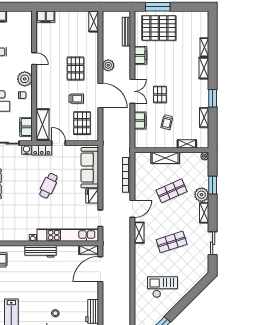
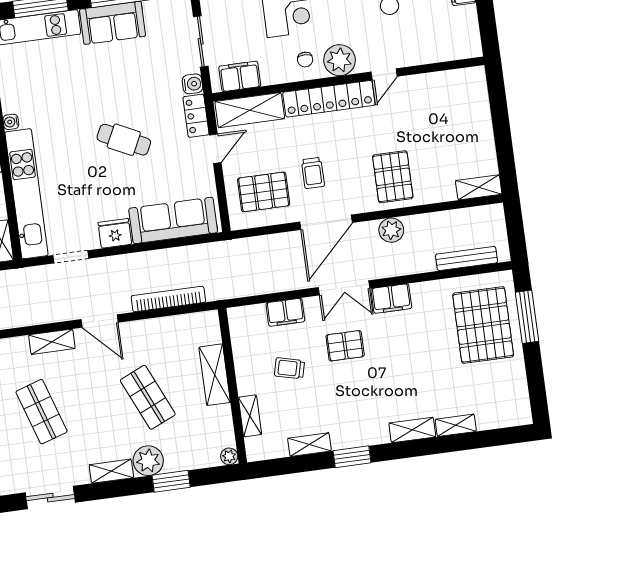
filing cabinet: (46, 17) -> (475, 86), removed
filing cabinet: (140, 55) -> (391, 298), moved
pallet: (76, 69) -> (393, 177), moved, turned 90
locker: (42, 86) -> (329, 99), added

